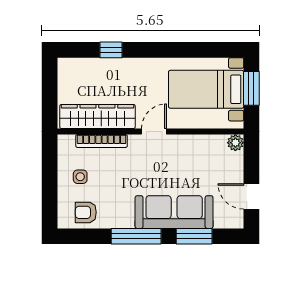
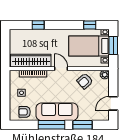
window: (208, 50) -> (90, 25), added
door: (154, 132) -> (61, 69), hinge flipped
armchair: (198, 155) -> (85, 81), added
door: (251, 196) -> (113, 103), hinge flipped
sofa: (174, 212) -> (57, 112), moved

